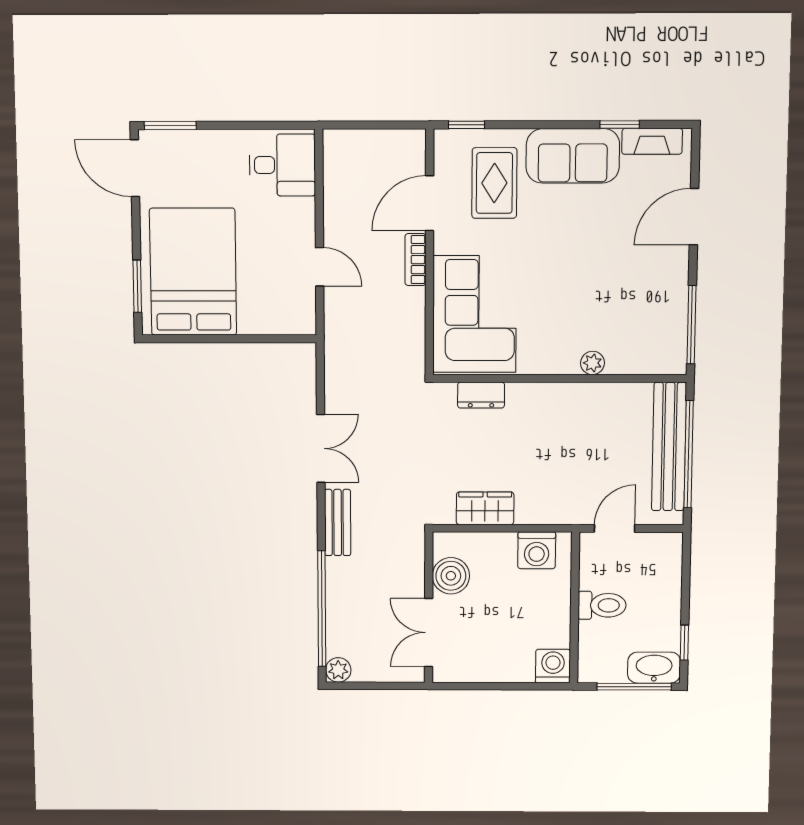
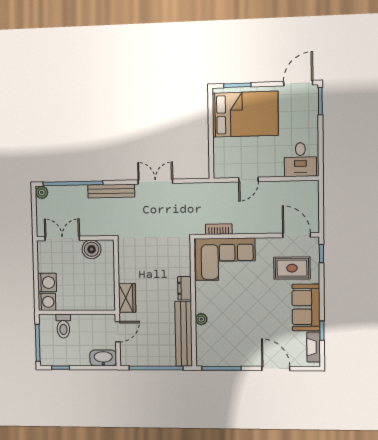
door: (430, 203) -> (297, 235), moved
bookcase: (415, 260) -> (219, 229), moved
dresser: (481, 395) -> (184, 288), moved
bench: (669, 447) -> (184, 334), moved, turned 90
double door: (321, 448) -> (155, 182), swing flipped
wardrobe: (485, 508) -> (127, 298), moved
bench: (338, 523) -> (111, 191), width x1.36
door: (615, 528) -> (118, 332), hinge flipped
washing machine: (537, 550) -> (47, 283), moved, turned 180
toilet: (602, 605) -> (63, 326), moved
washbasin: (654, 668) -> (103, 358), moved, turned -90

